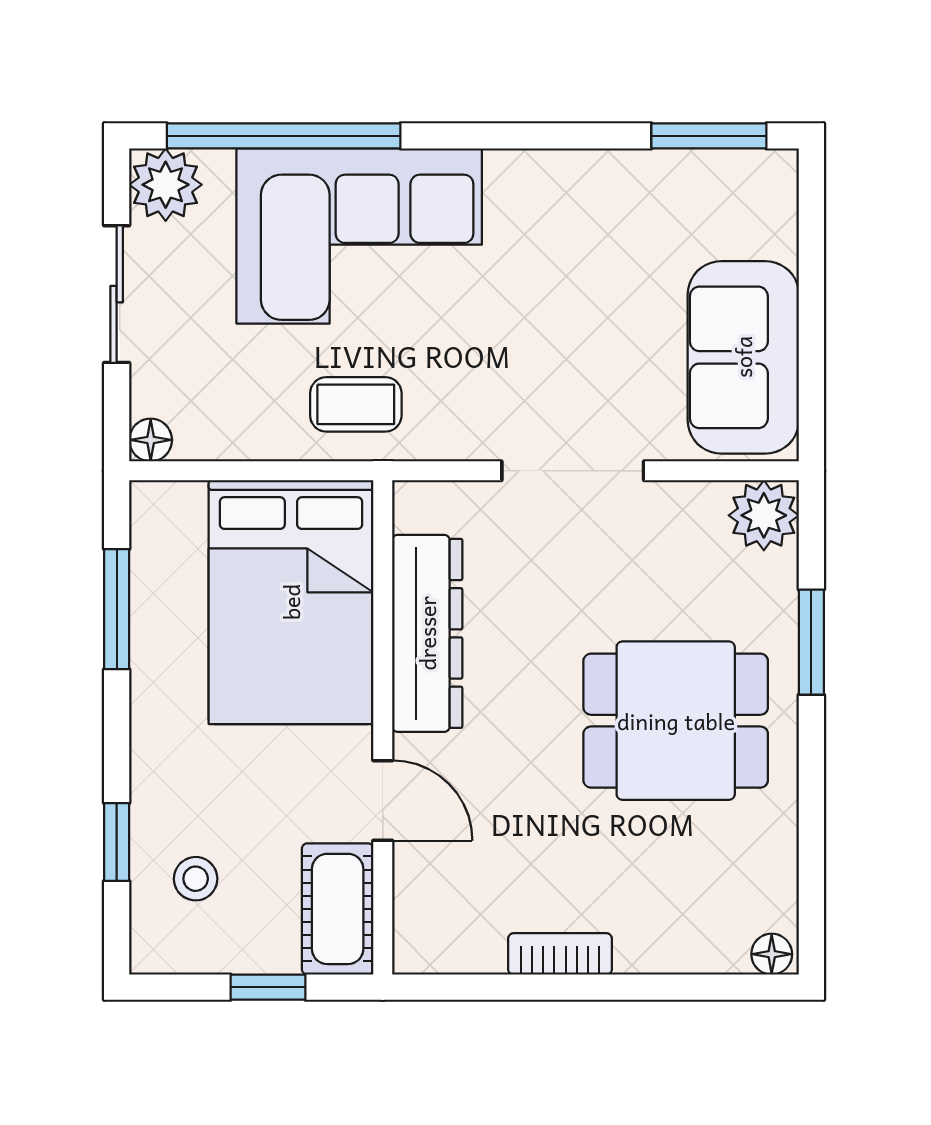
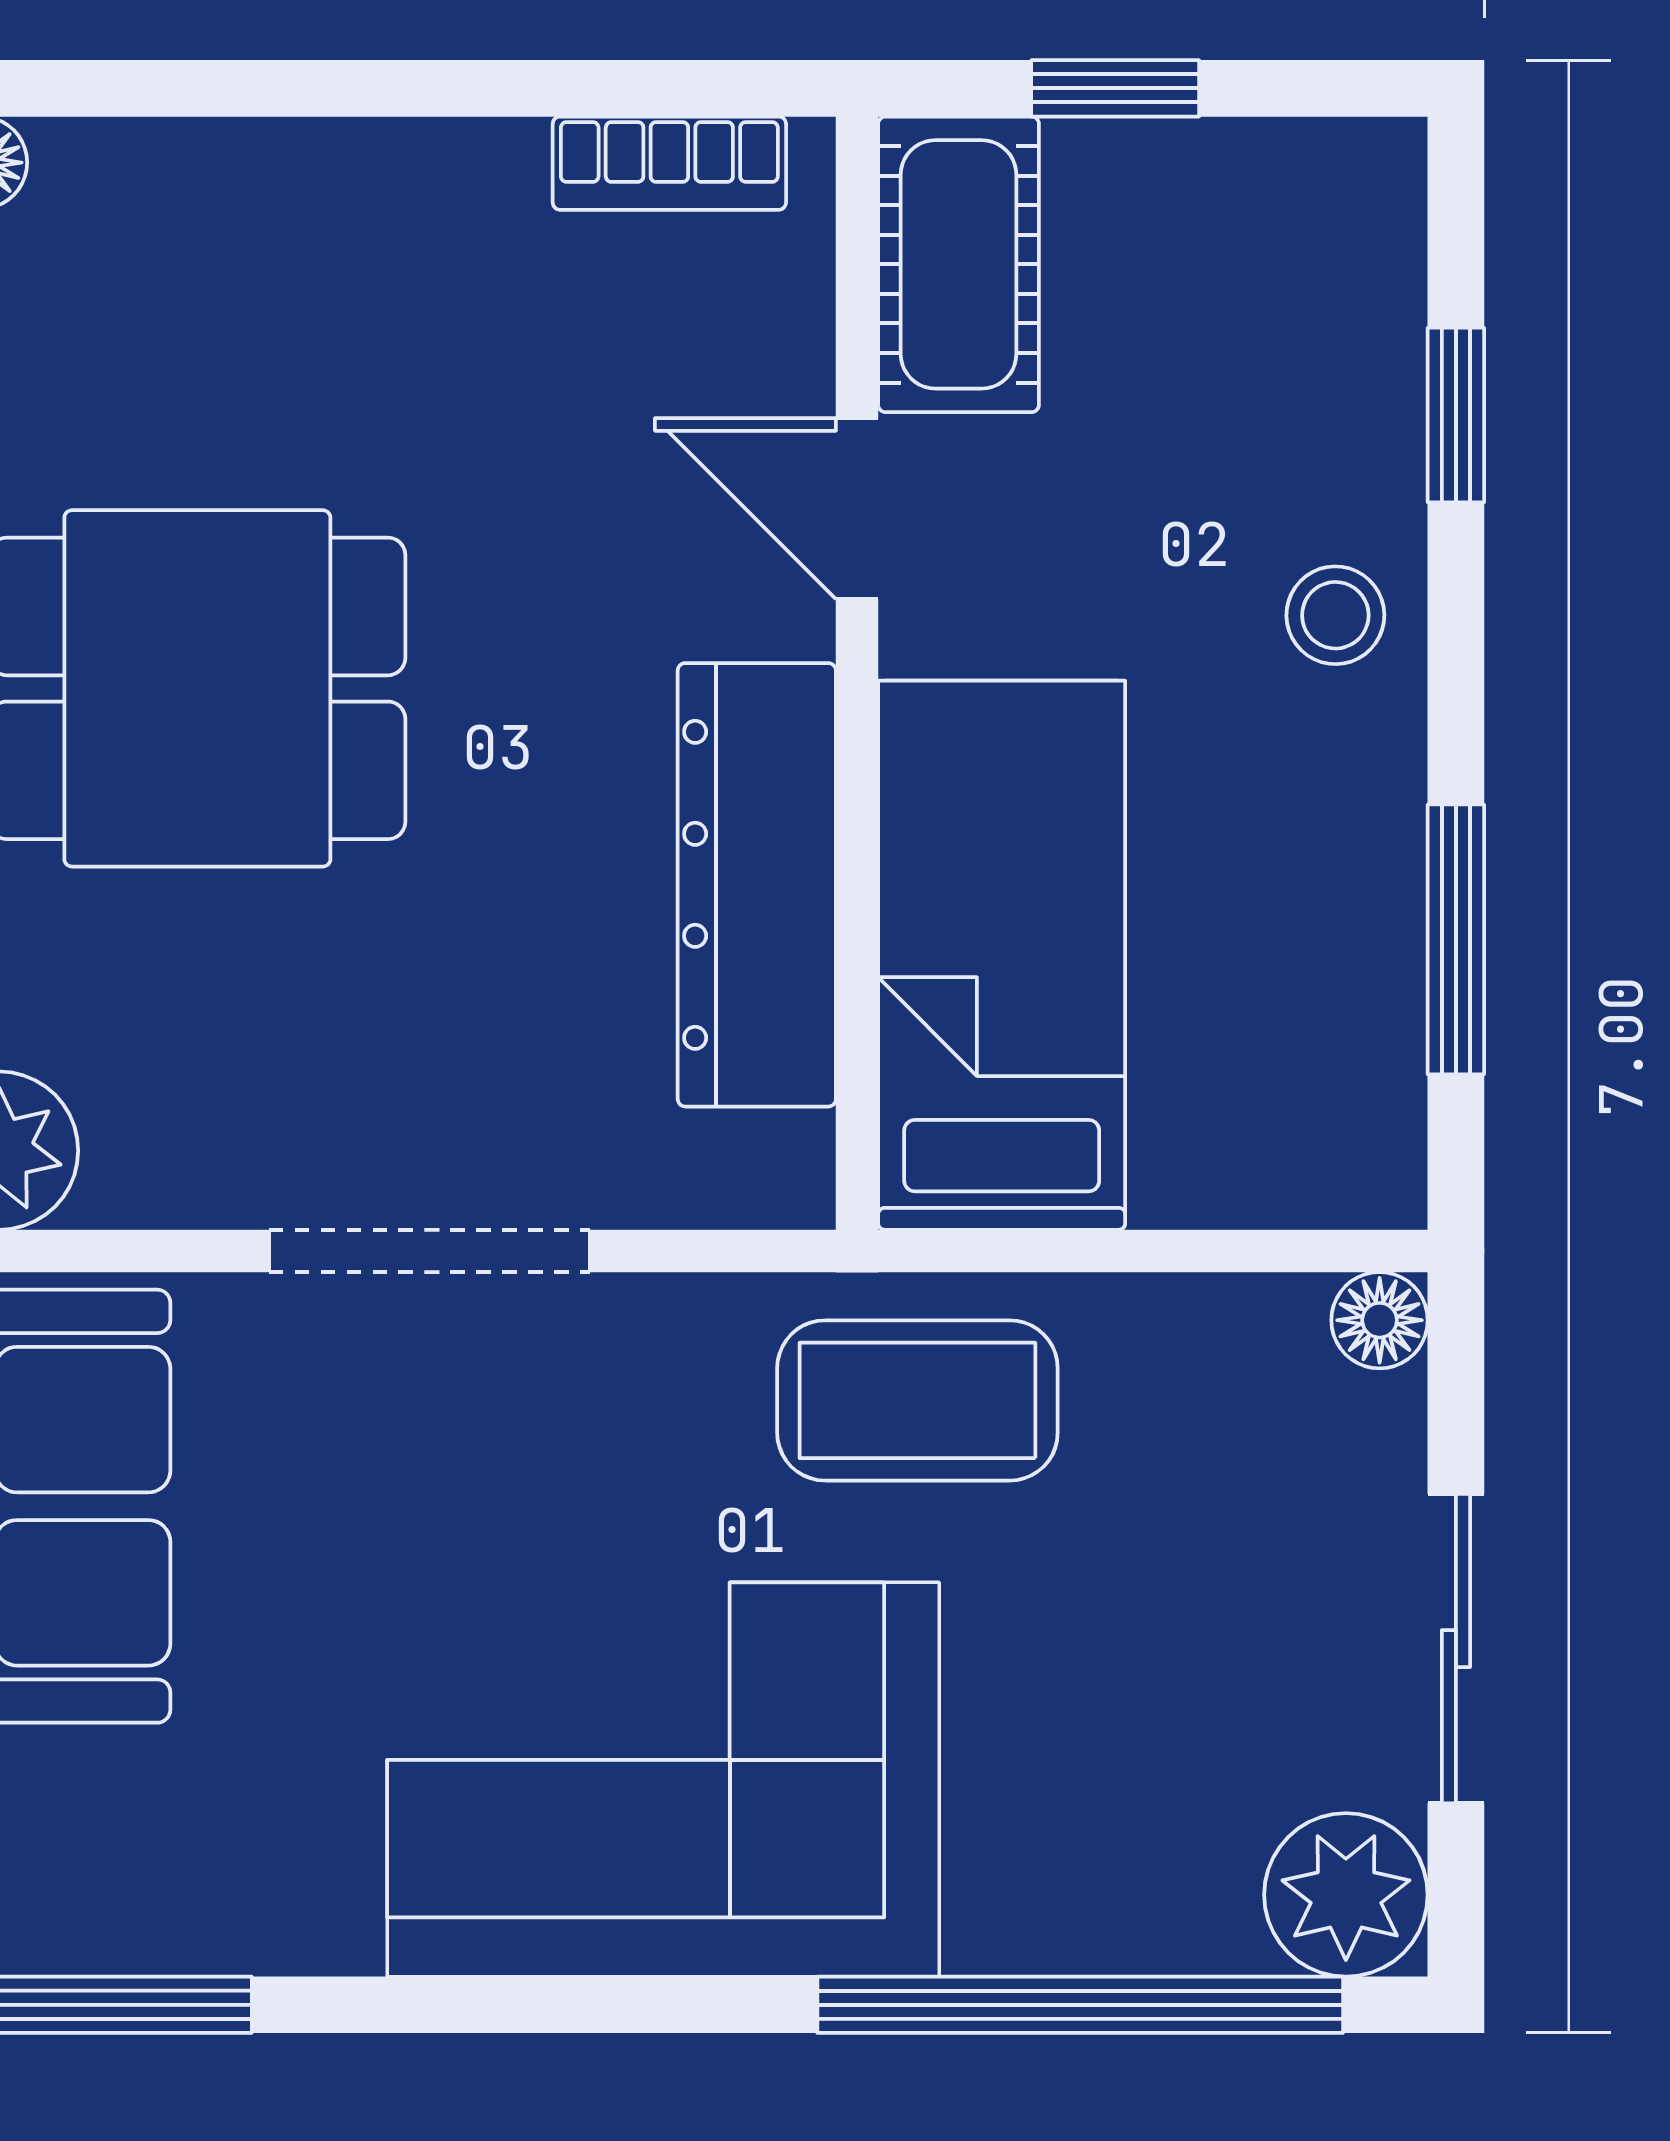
corner sofa: (359, 236) -> (663, 1780), moved
coffee table: (356, 404) -> (917, 1400), width x1.36, depth x1.30
bed: (291, 602) -> (1002, 955), width x0.67
stool: (196, 879) -> (1335, 615), moved
bookcase: (560, 954) -> (669, 163), moved

